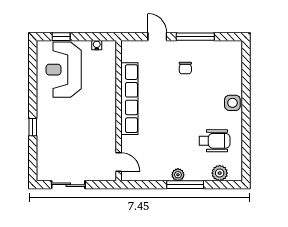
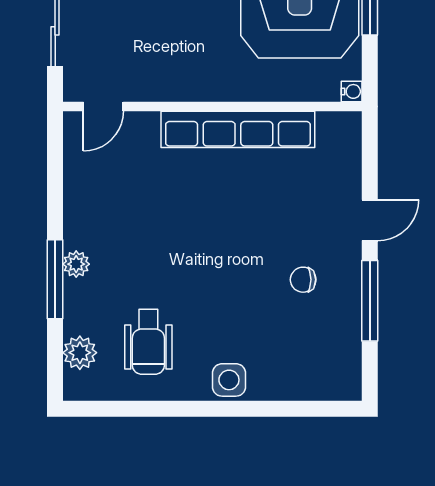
row of seats: (129, 99) -> (238, 129), moved
wall: (119, 111) -> (212, 107), moved
door: (119, 162) -> (103, 107), moved

